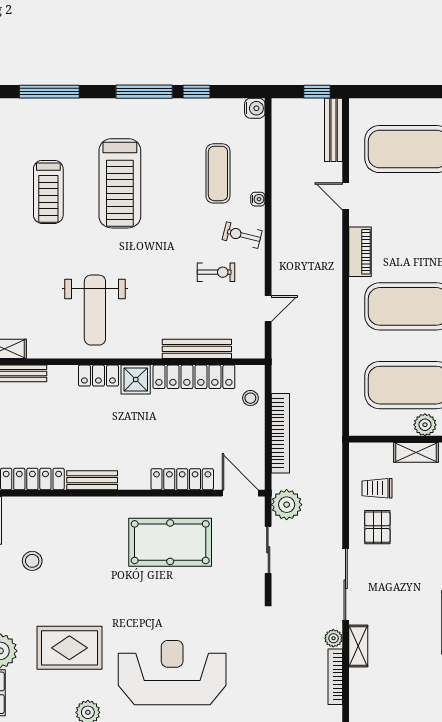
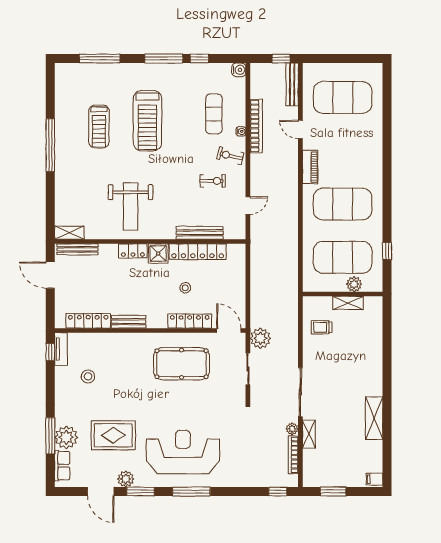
stool: (250, 398) -> (185, 288), moved
bookcase: (280, 433) -> (256, 126), moved
pallet: (377, 527) -> (322, 354), removed

